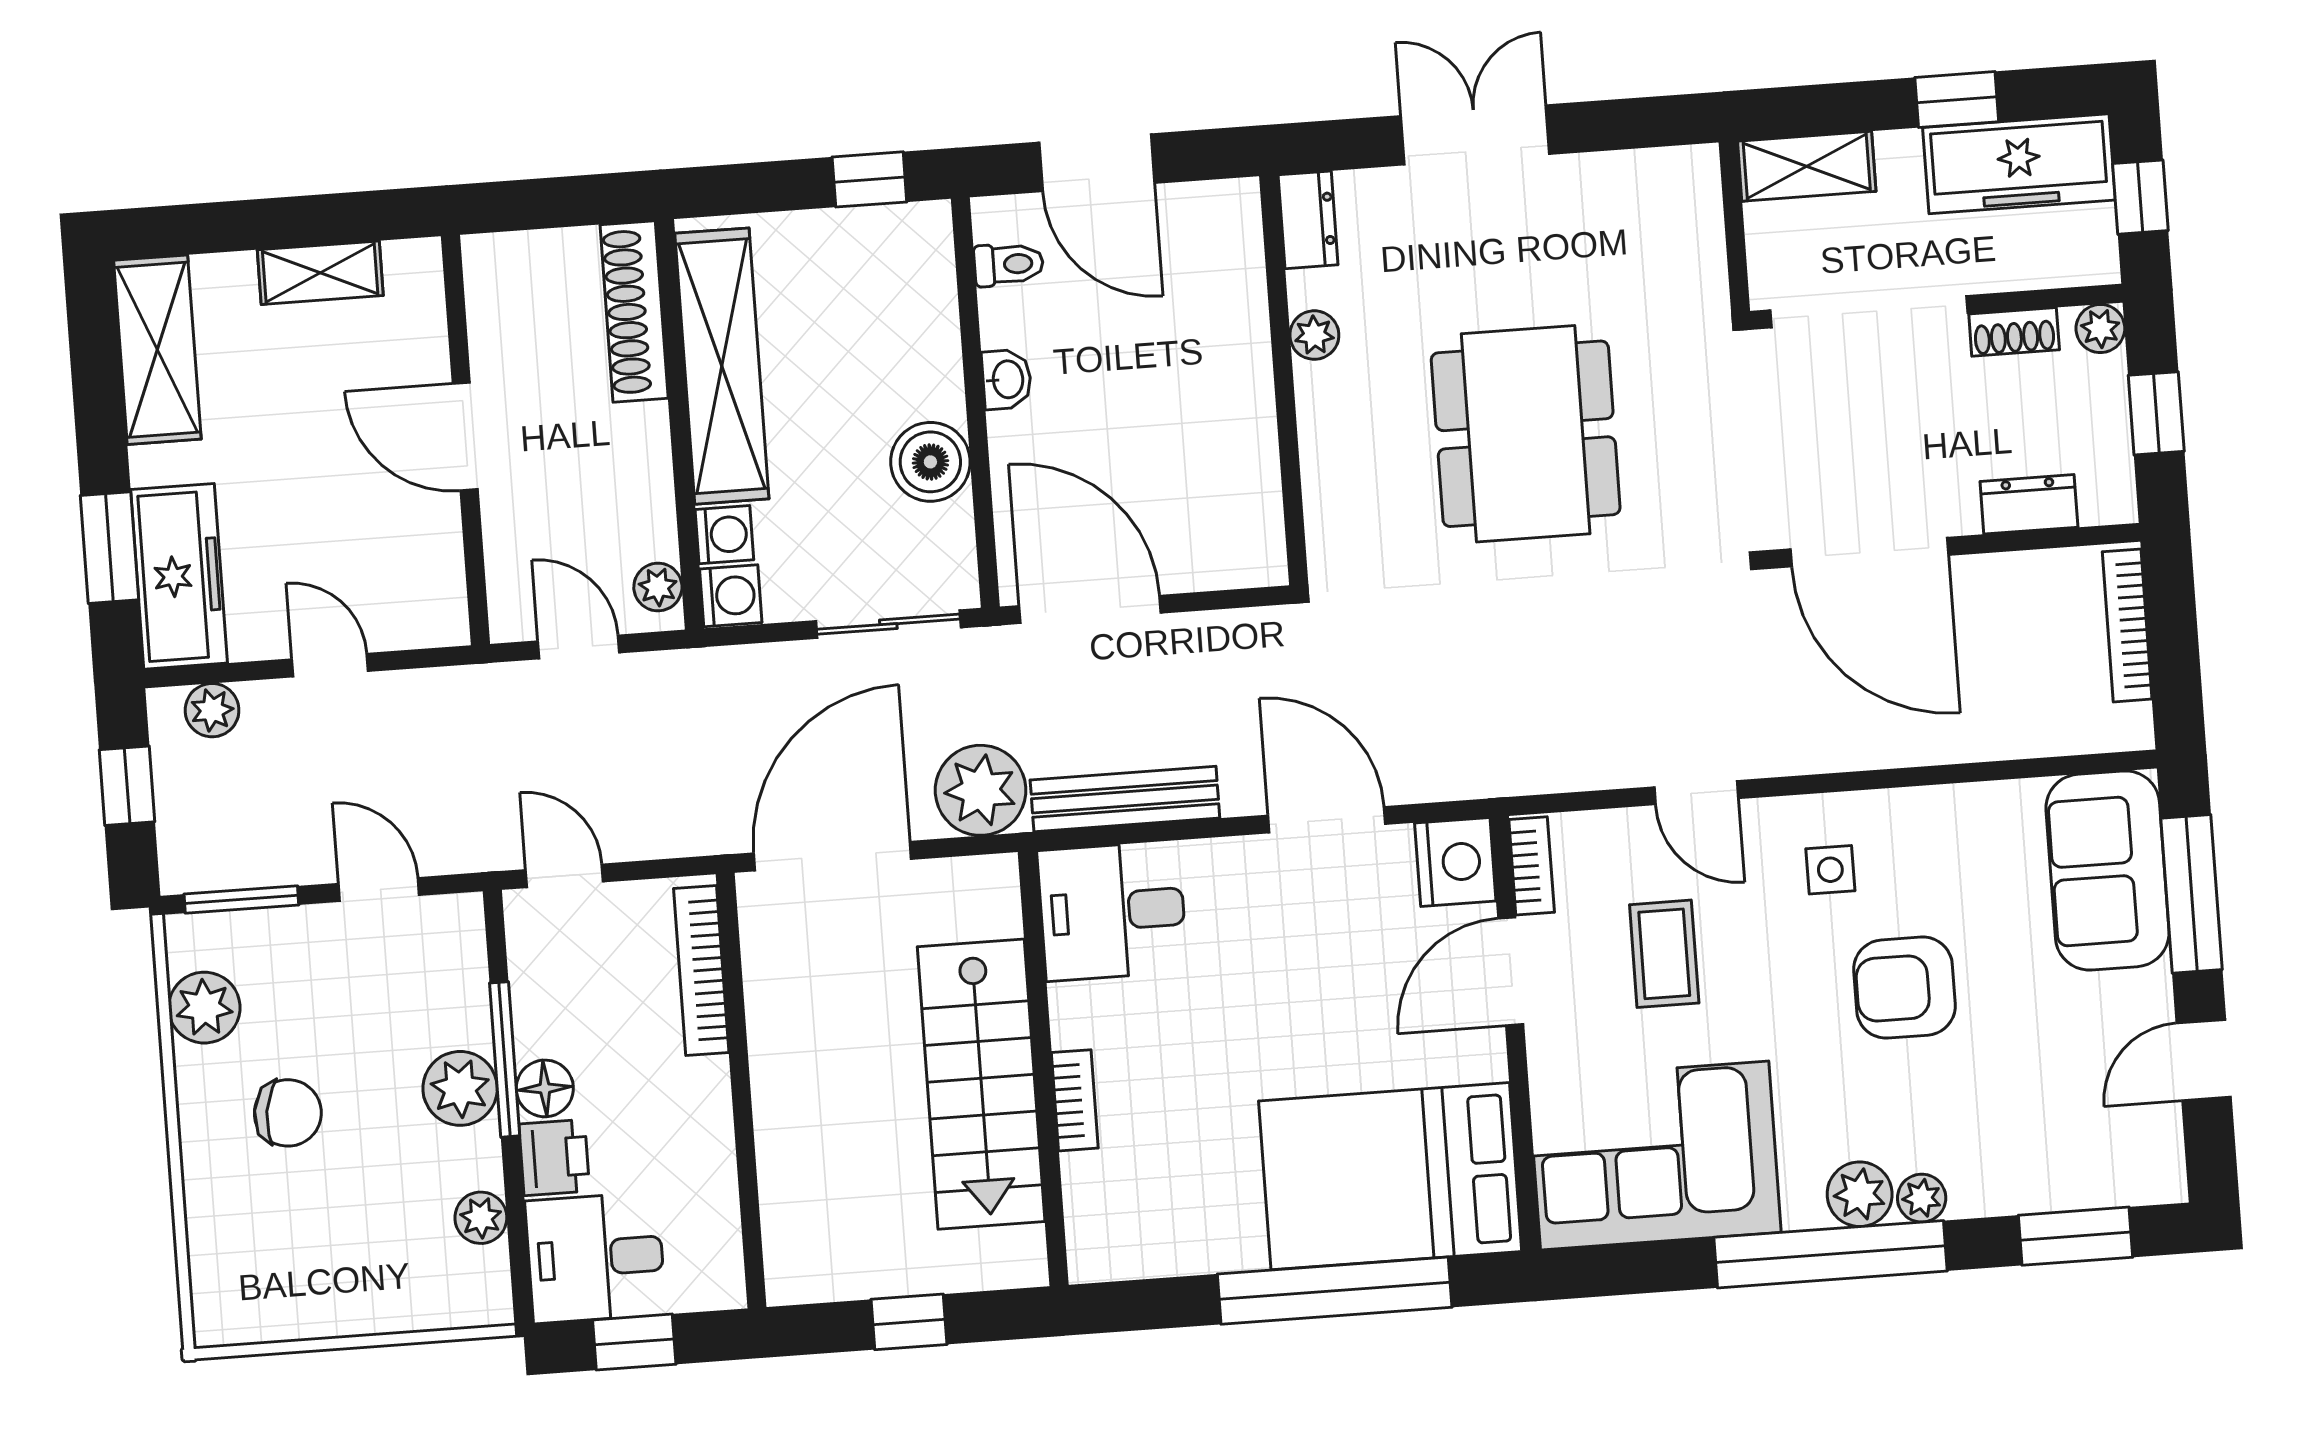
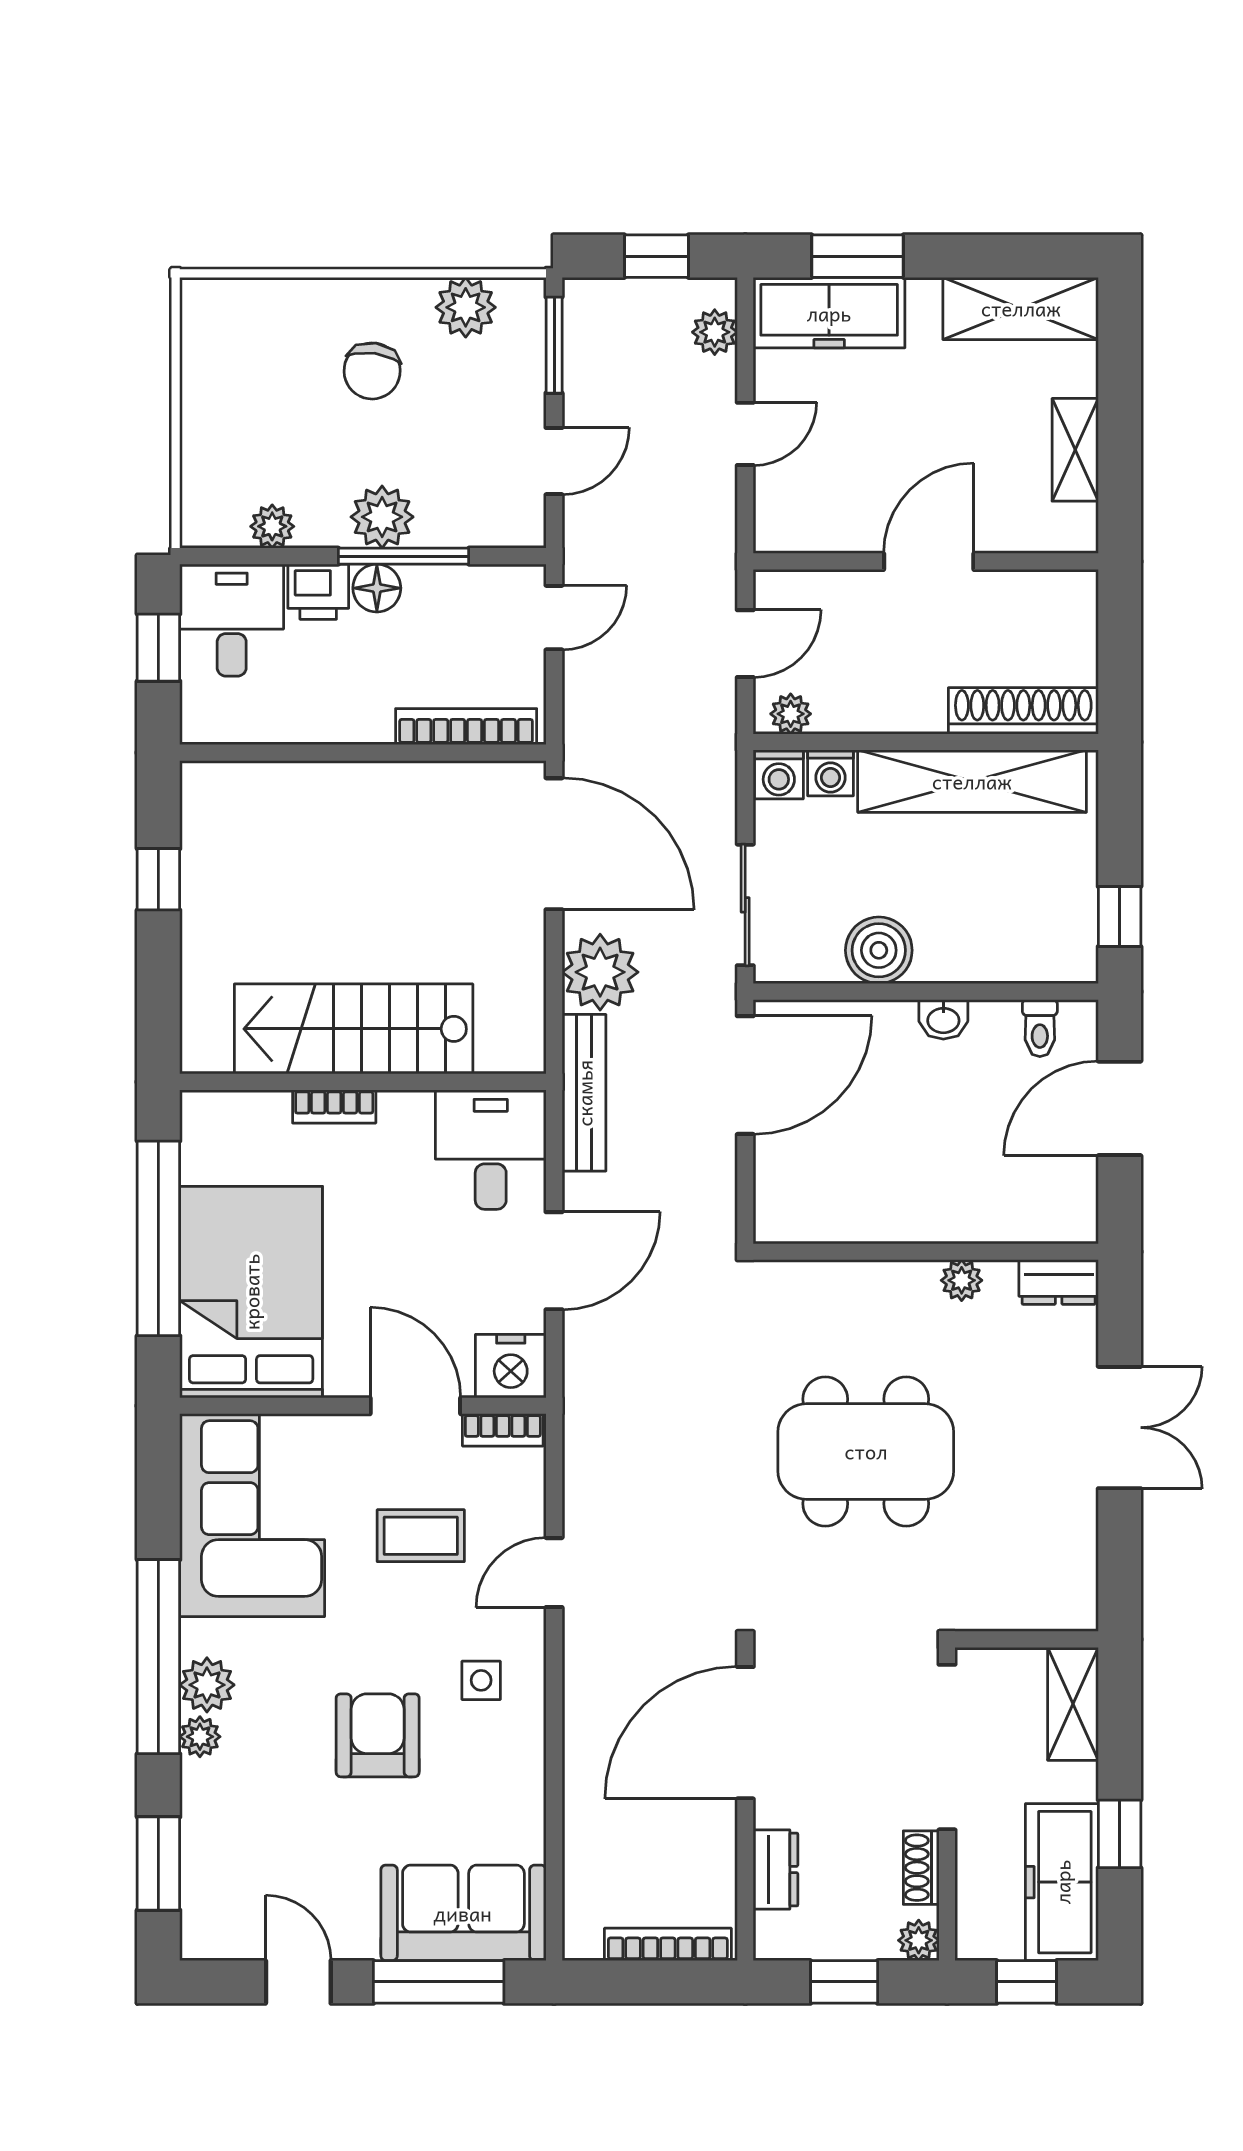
desk: (1112, 911) -> (491, 1150), moved
wall: (1043, 1068) -> (363, 1082), moved
stairs: (981, 1084) -> (354, 1029), moved
bookcase: (1075, 1100) -> (334, 1106), moved

